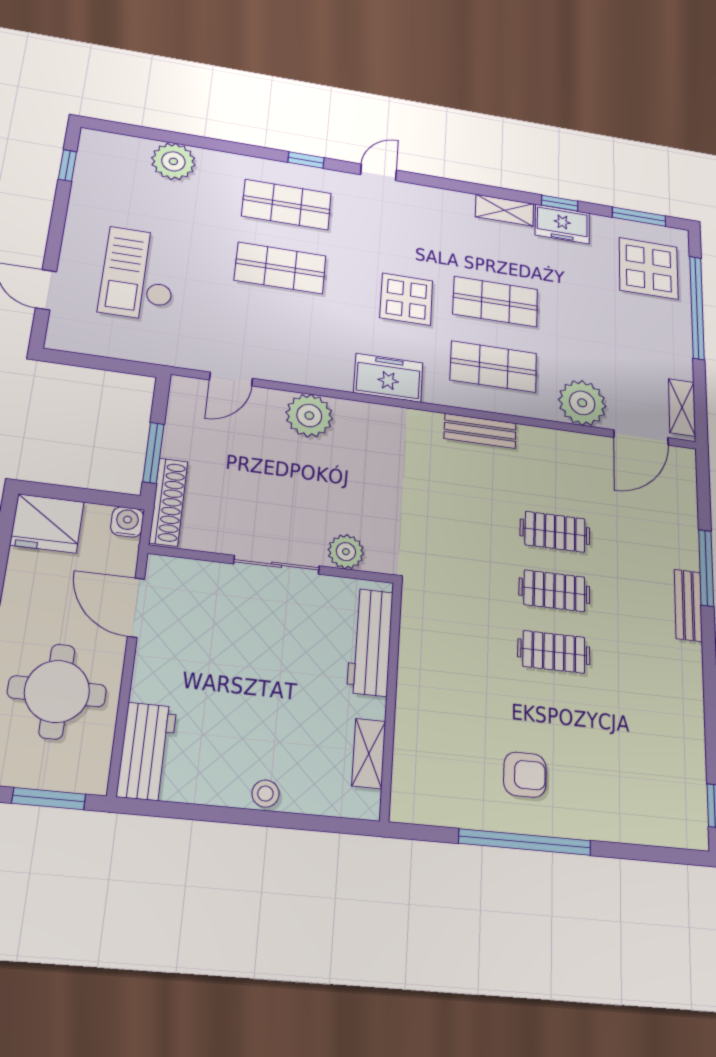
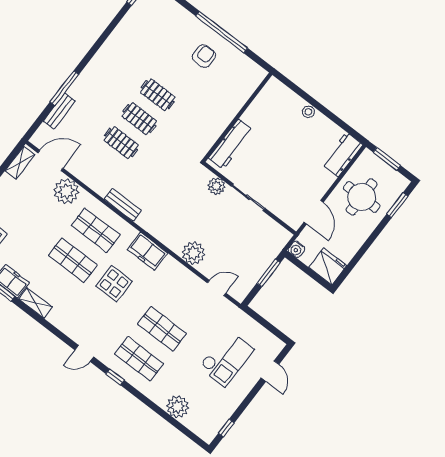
shoe rack: (168, 502) -> (275, 248), removed
bench: (688, 605) -> (59, 111), moved
shelving: (369, 753) -> (260, 102), removed
armchair: (525, 775) -> (204, 56), turned 90

